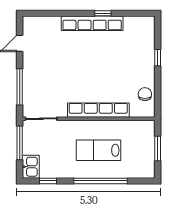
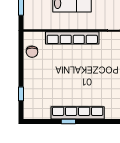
window: (158, 58) -> (21, 94), moved

